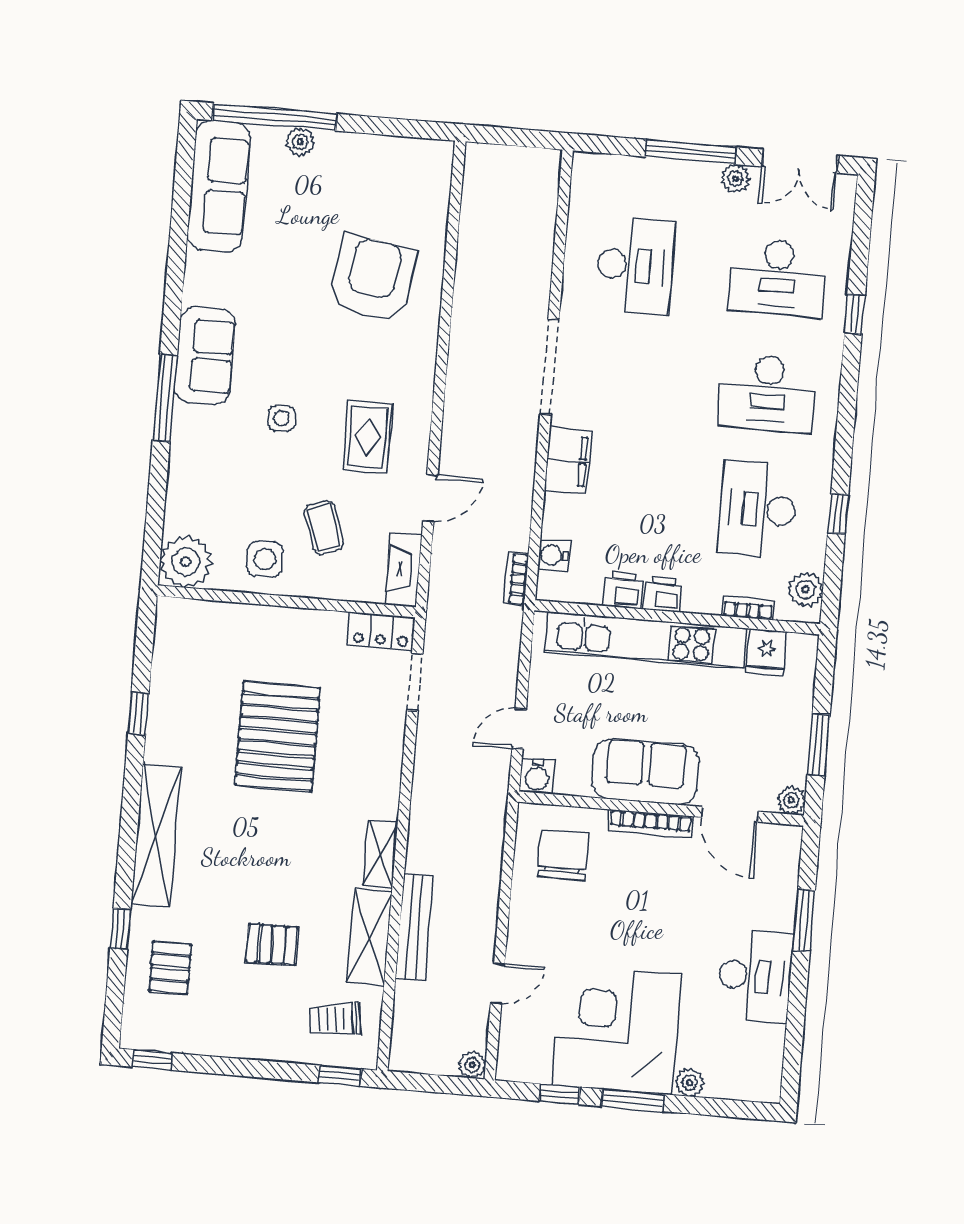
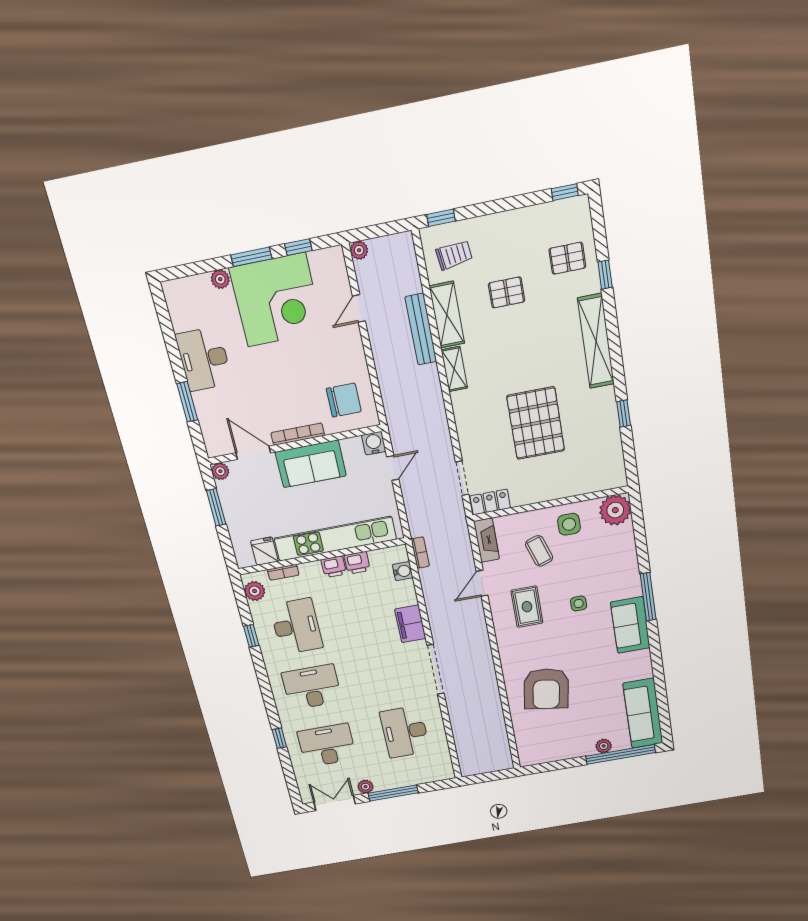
chair: (563, 855) -> (344, 400), turned -90
pallet: (170, 968) -> (567, 258), turned 90

